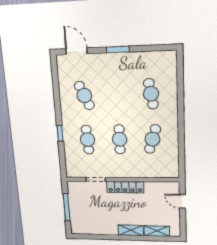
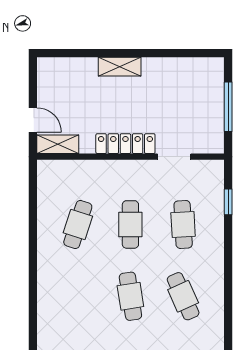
cafe table: (151, 94) -> (130, 296), moved
window: (60, 133) -> (228, 202), moved
shelving: (157, 231) -> (58, 144), moved

